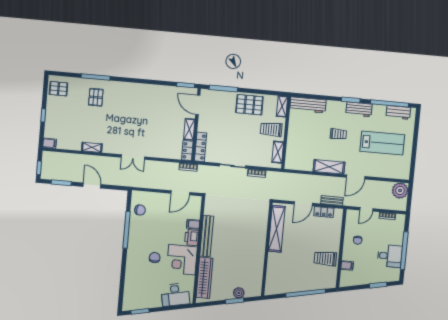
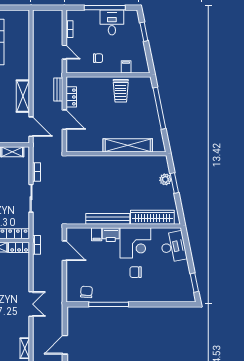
door: (356, 177) -> (31, 127), moved
plant: (400, 190) -> (41, 18), removed
shelving: (277, 229) -> (128, 145), moved

